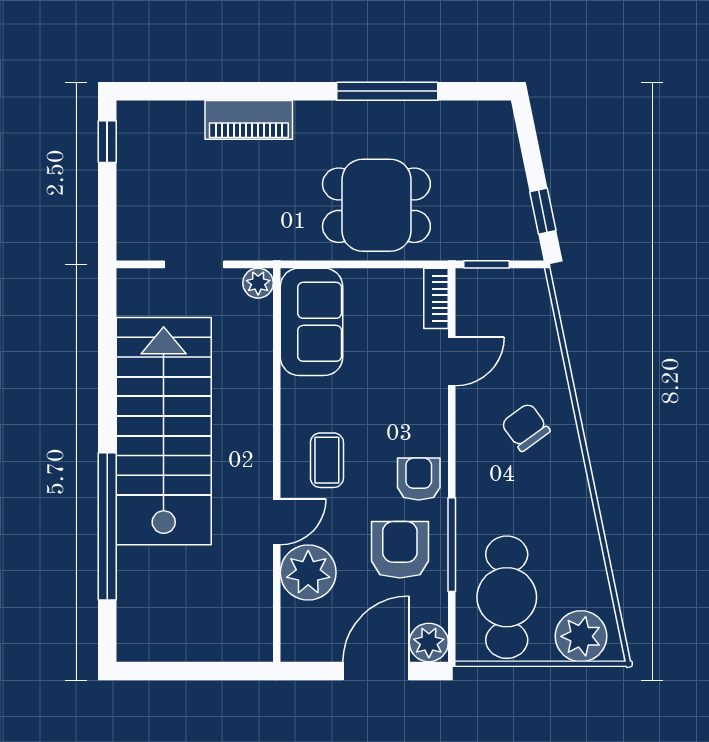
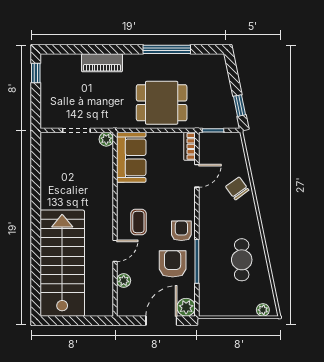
chair: (526, 427) -> (237, 188), moved
stairs: (164, 431) -> (62, 263), moved
window: (107, 526) -> (36, 253), removed
plant: (308, 573) -> (124, 281), width x0.53, depth x0.53
cafe table: (507, 597) -> (242, 260), moved, width x0.73, depth x0.74
plant: (581, 636) -> (263, 310), width x0.53, depth x0.53

